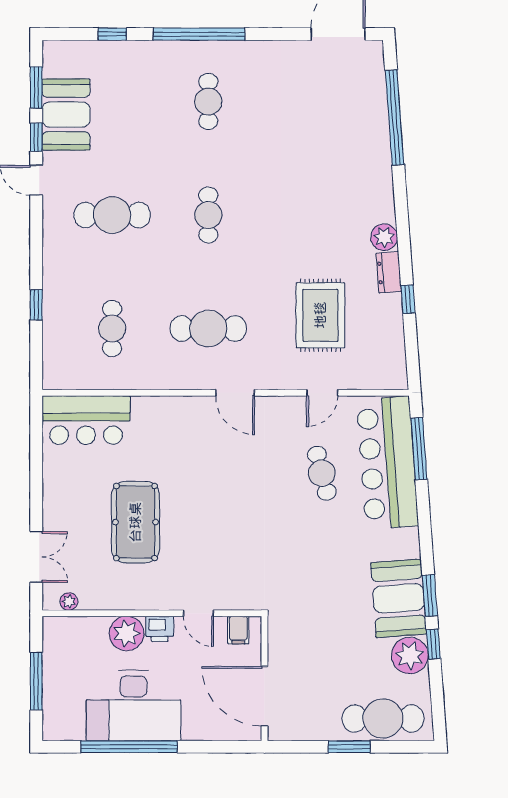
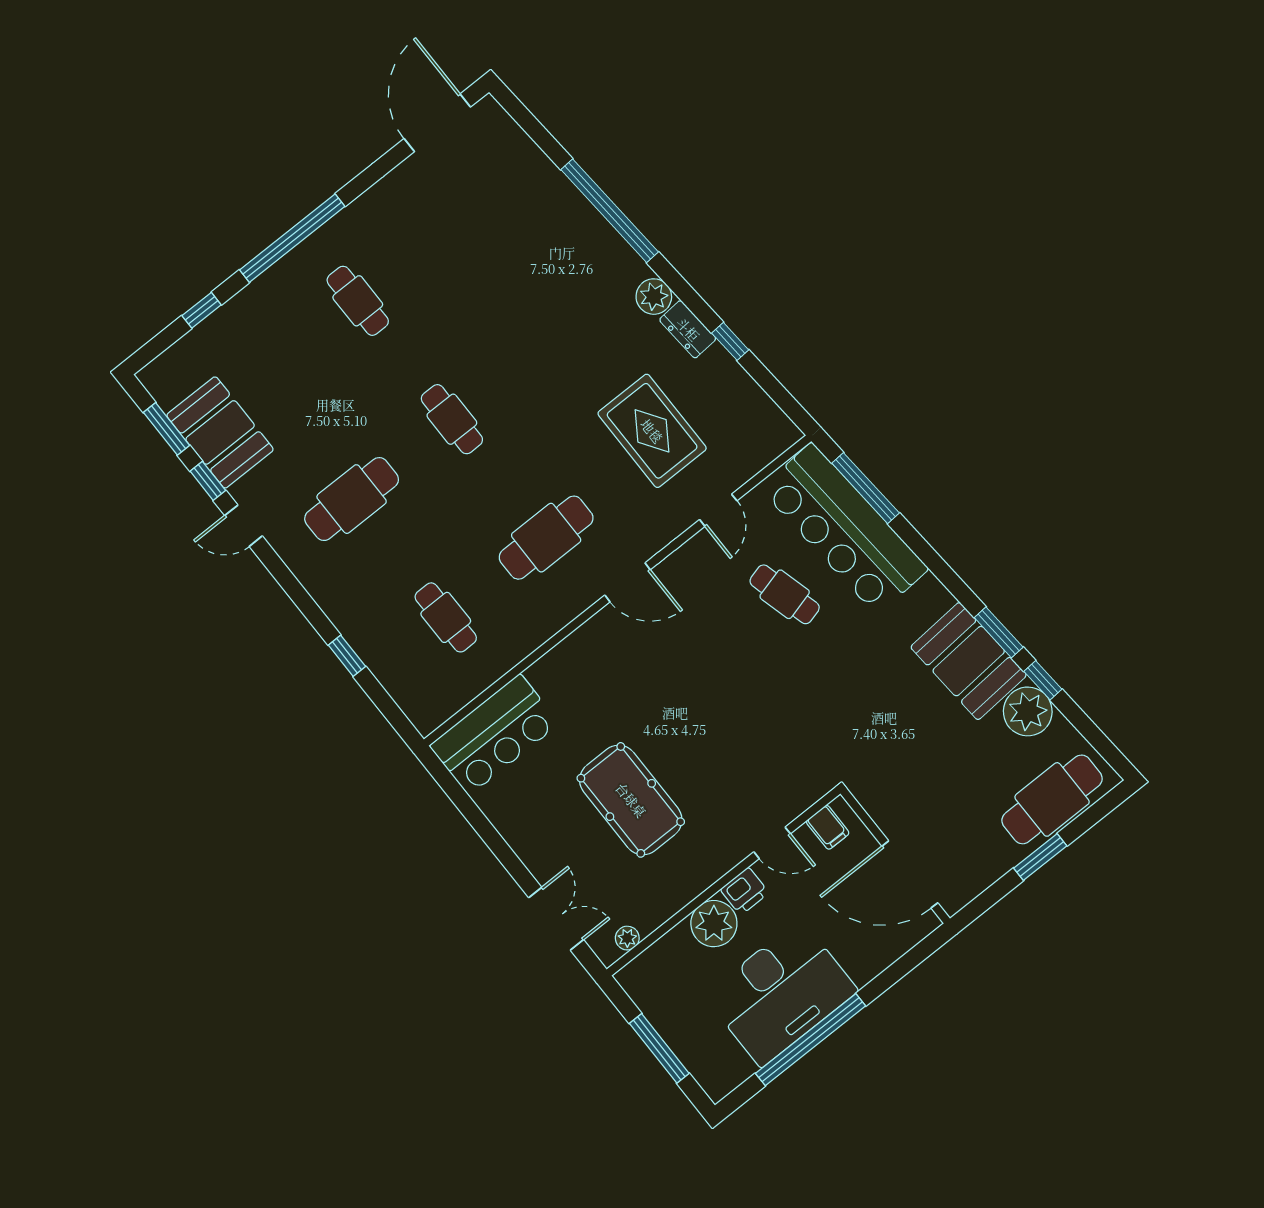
window: (395, 117) -> (610, 211), moved

